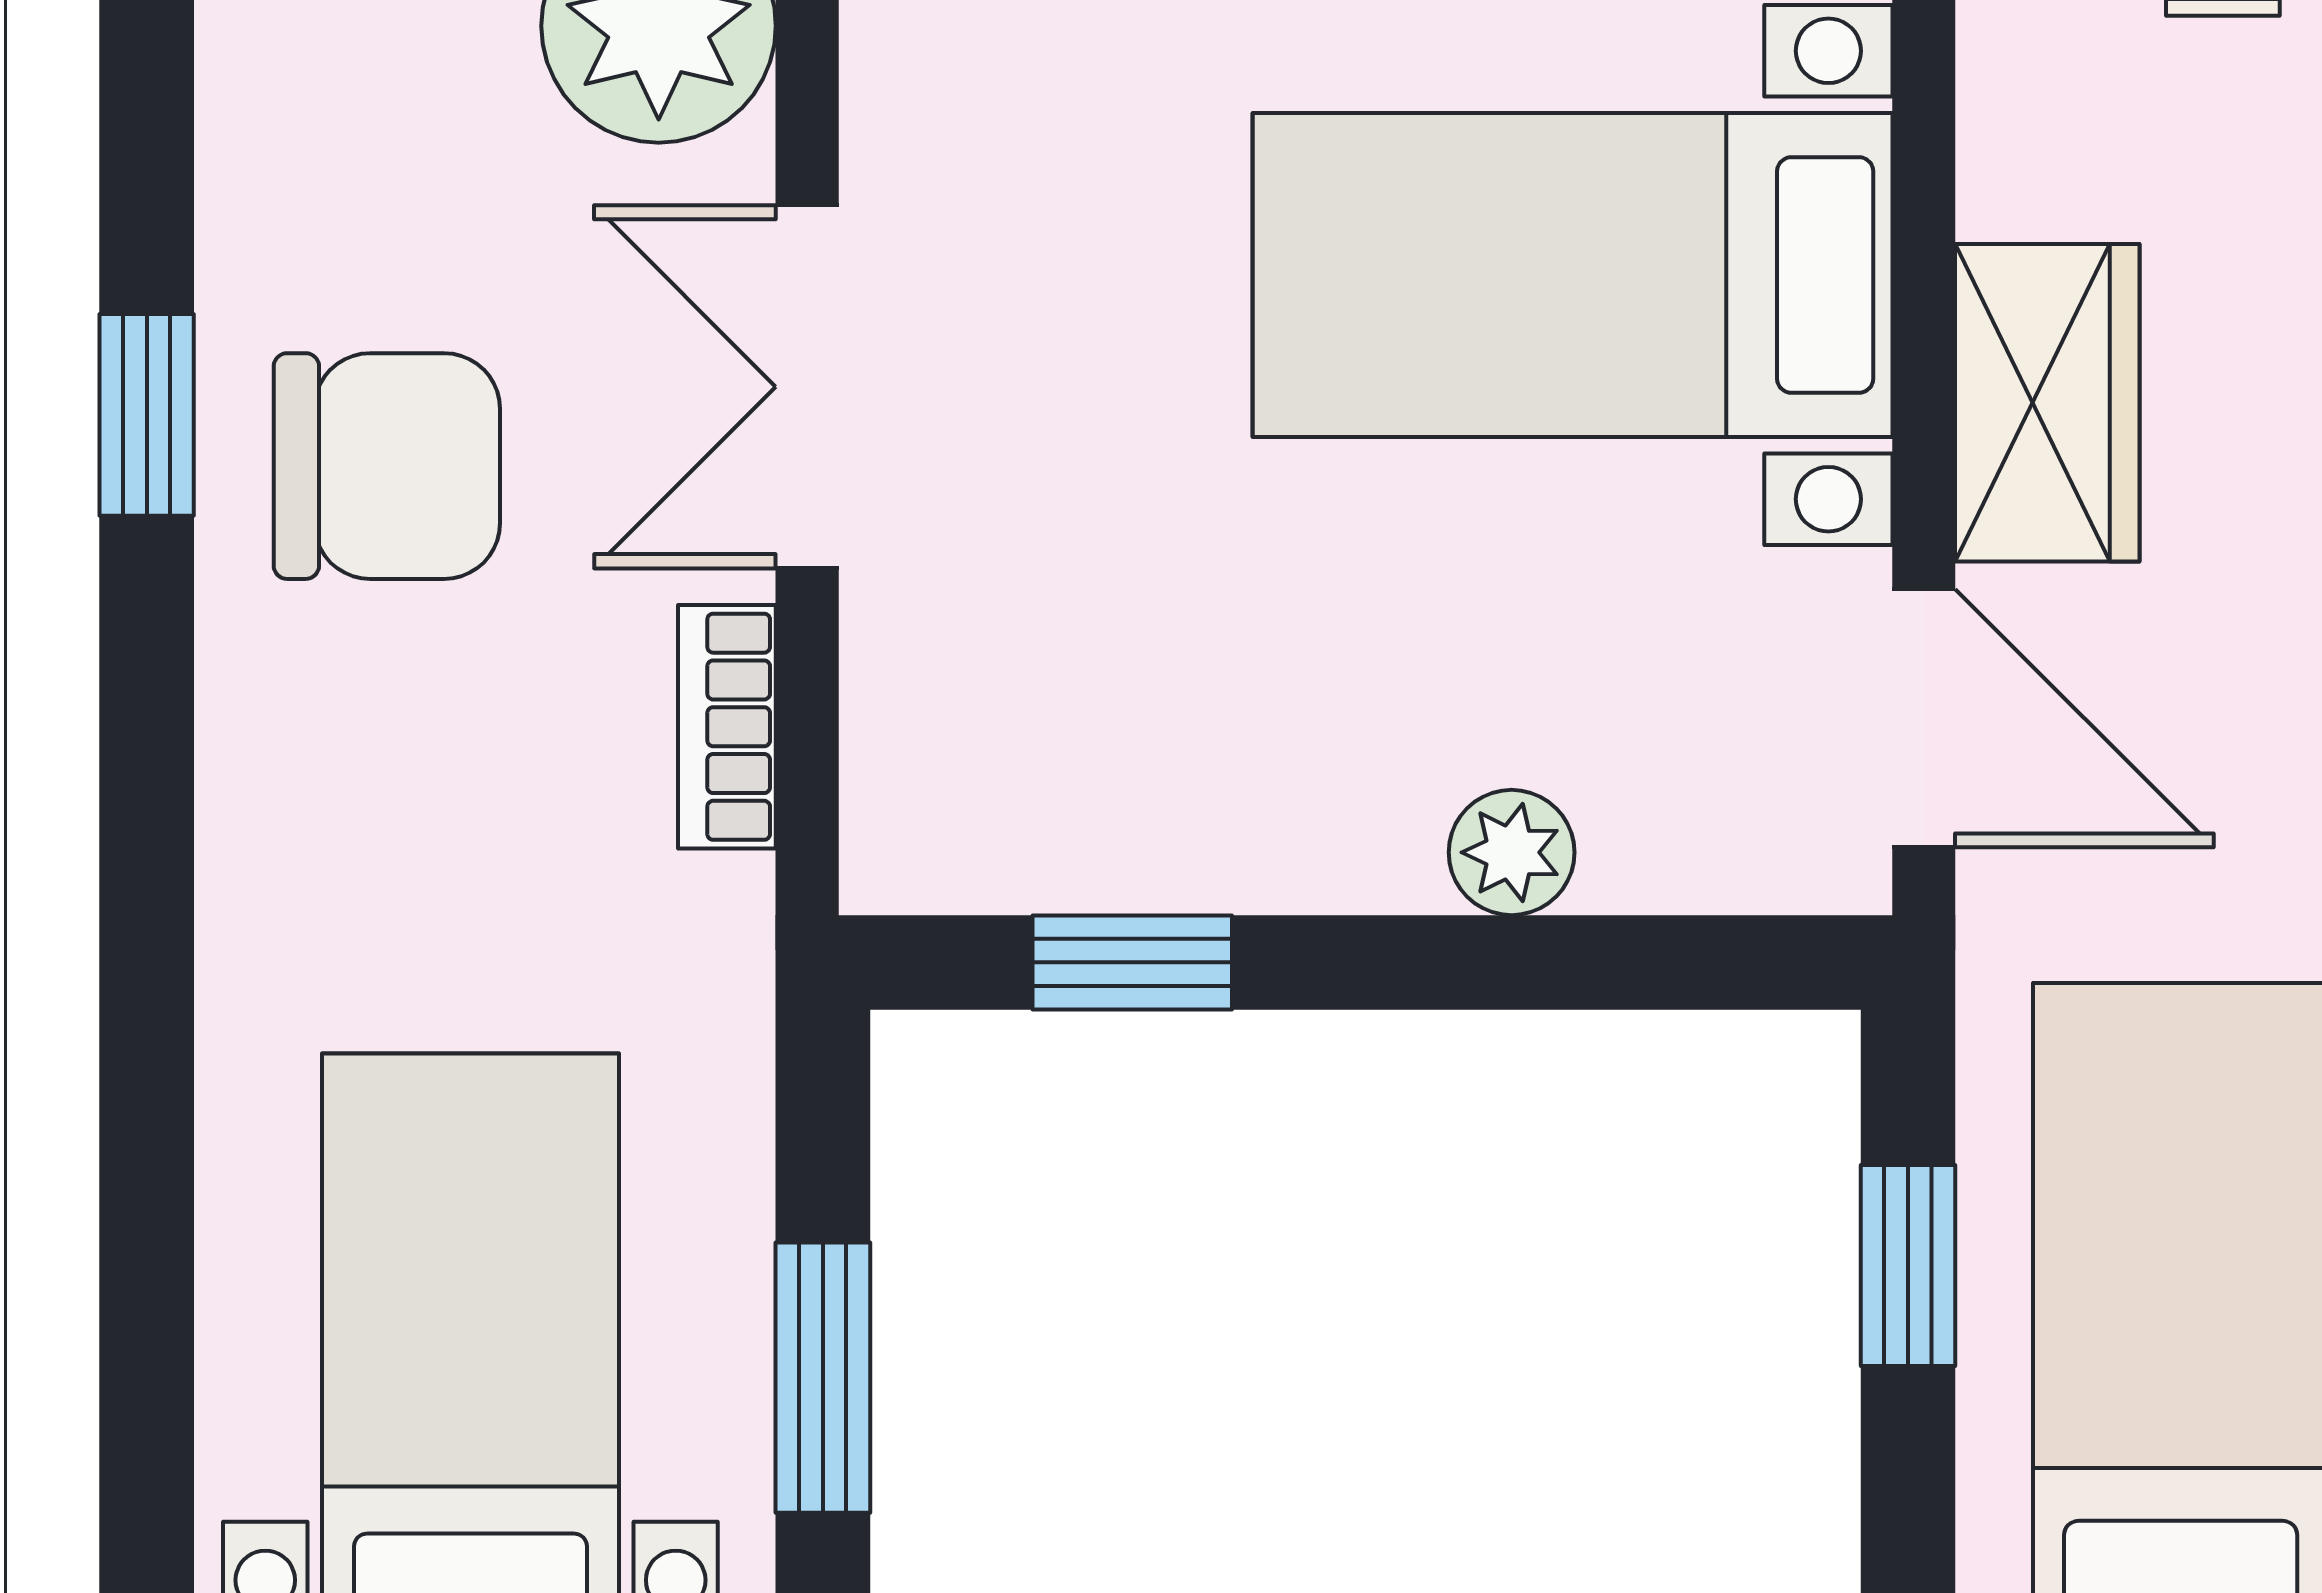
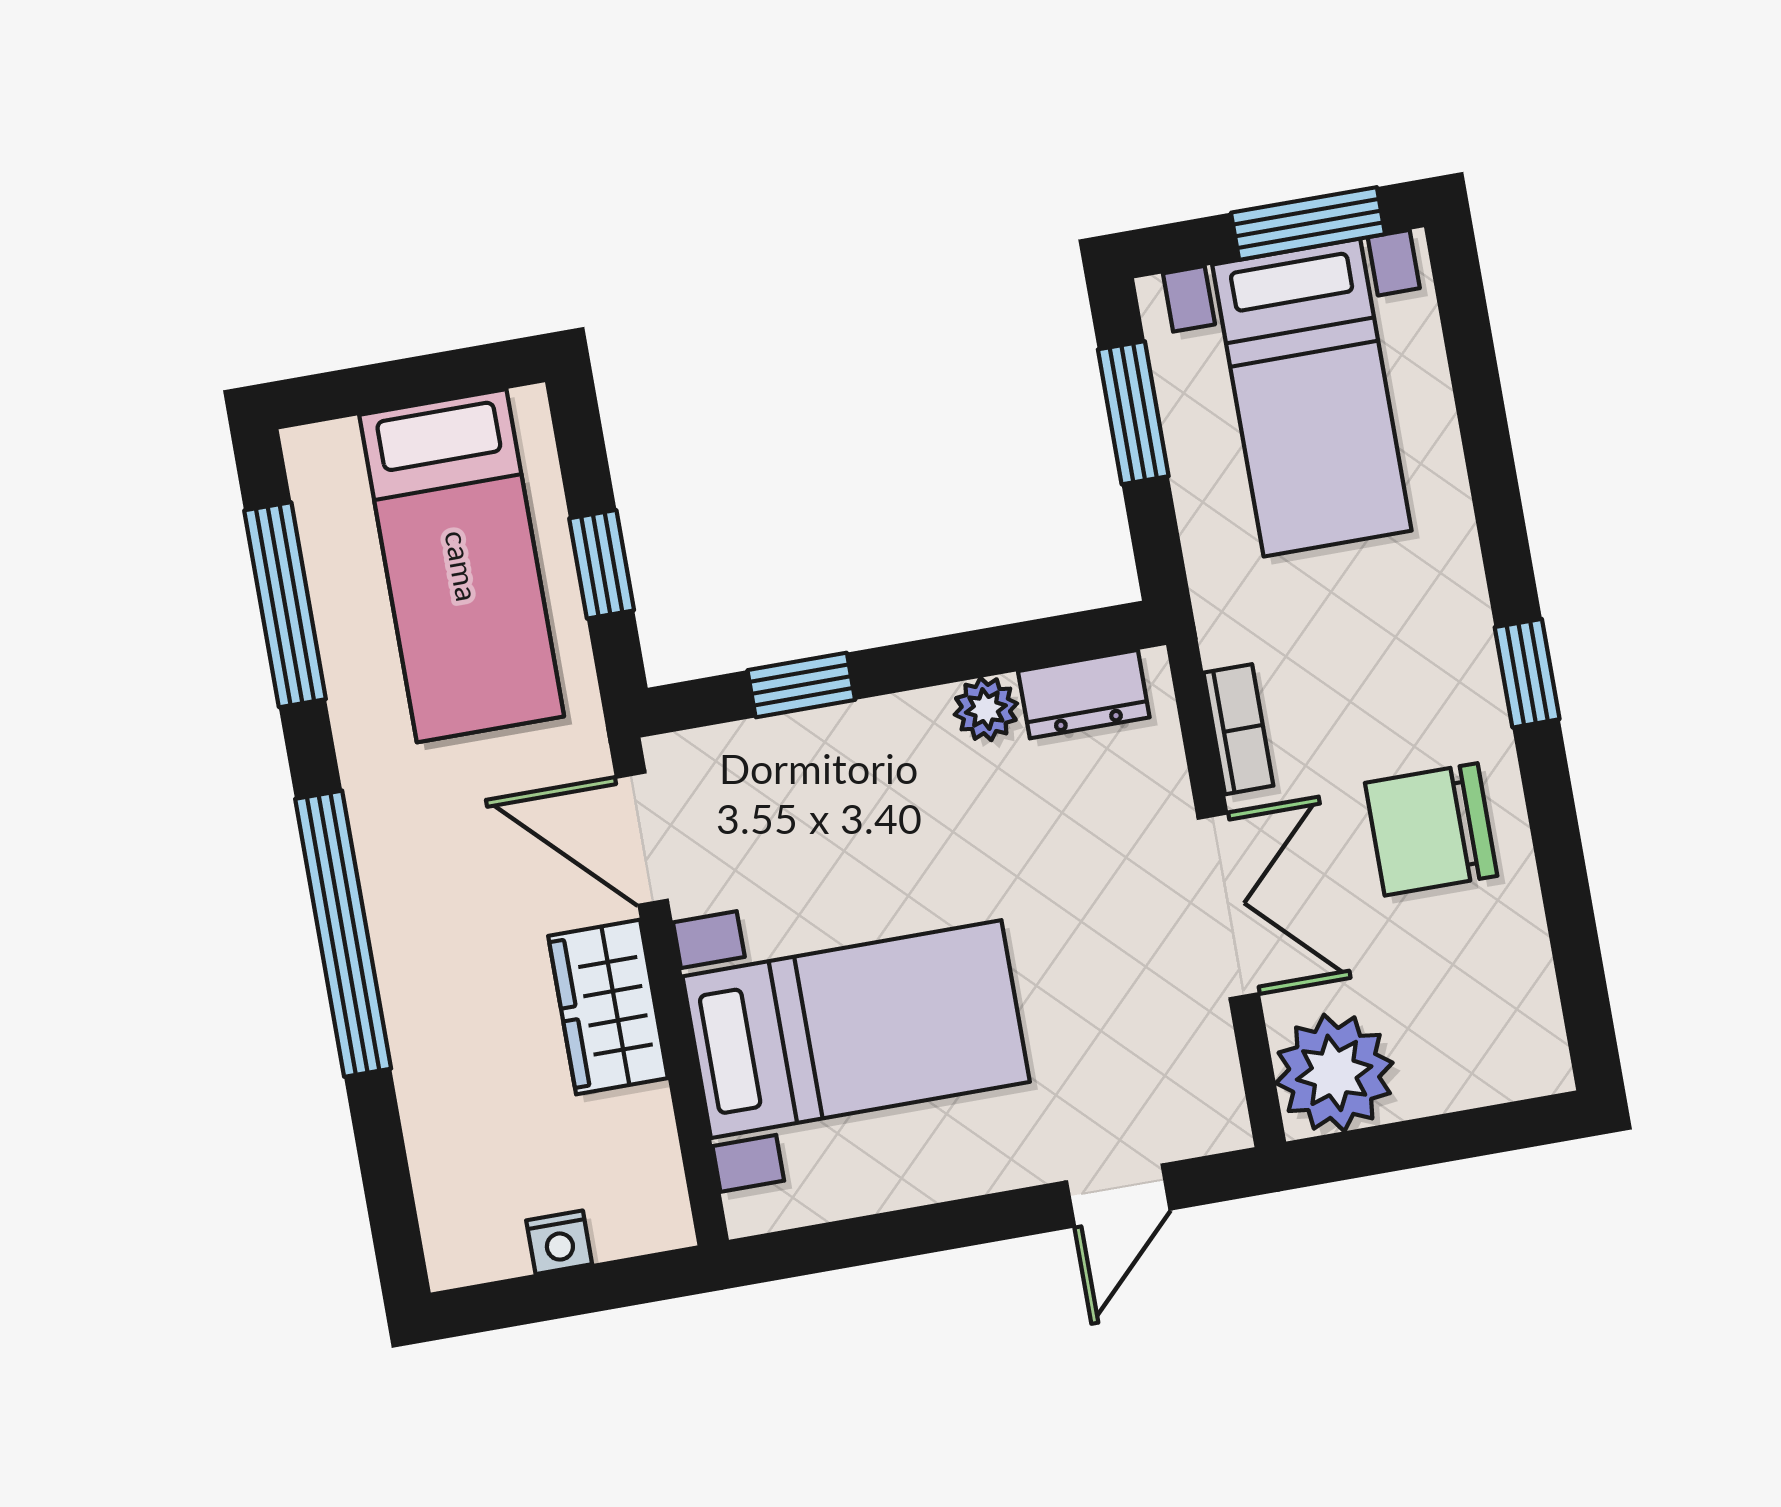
window: (147, 415) -> (1527, 673), moved
dresser: (1015, 848) -> (1084, 694), added
plant: (1512, 852) -> (986, 709), moved
window: (1132, 962) -> (801, 685), moved

